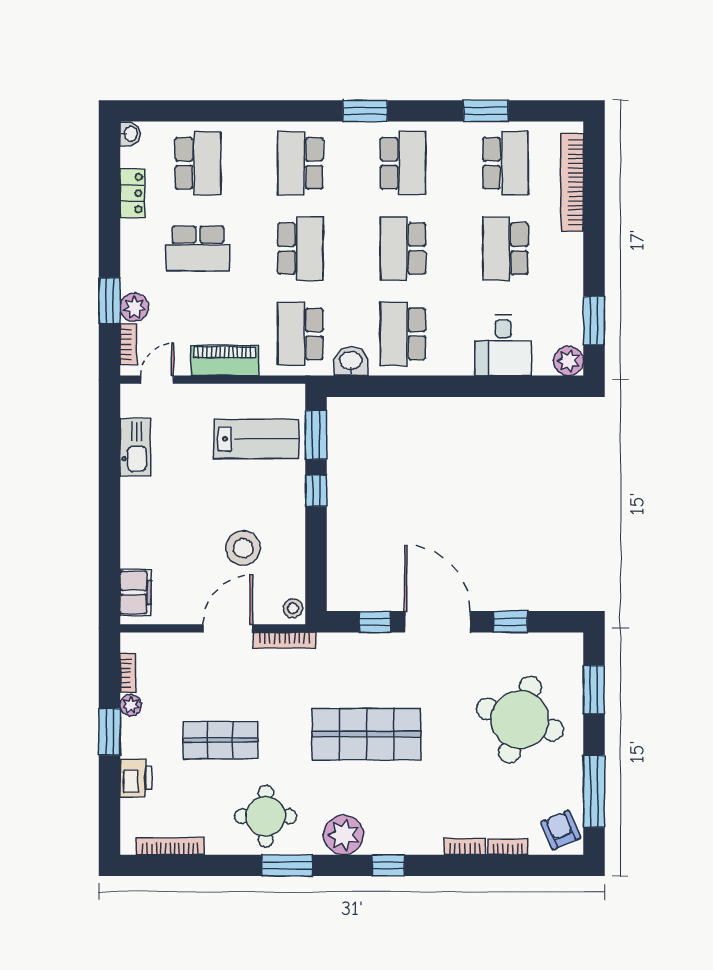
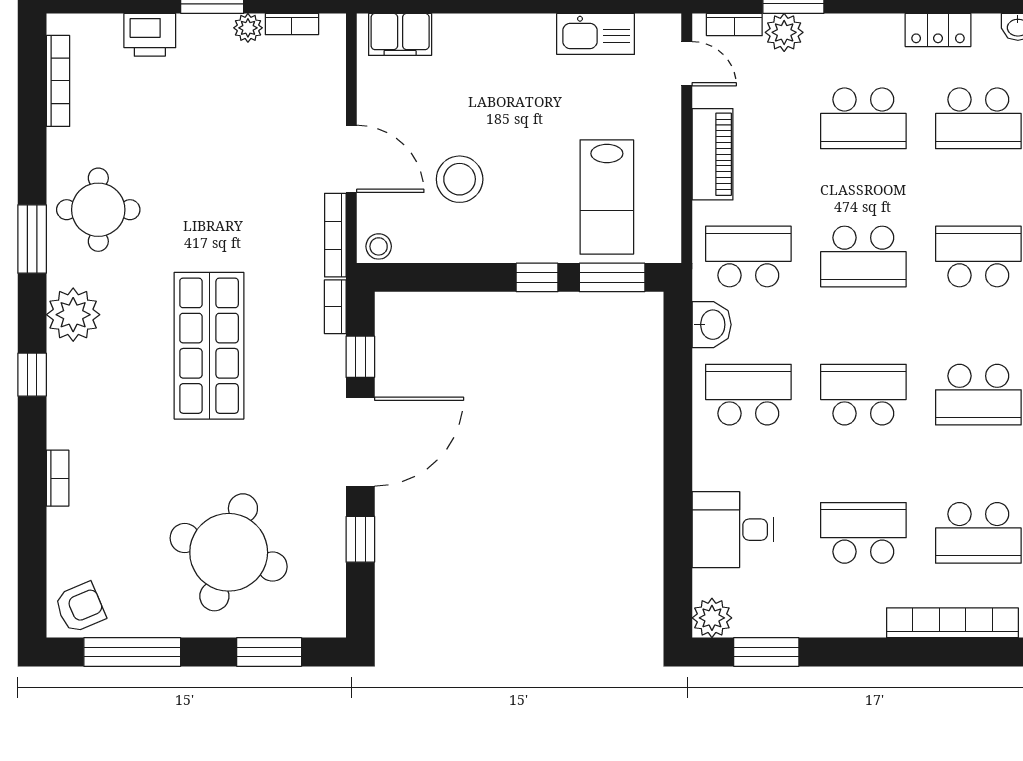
school desk: (198, 249) -> (863, 118), turned -90
shop shelf: (220, 740) -> (201, 149), removed
bookcase: (508, 847) -> (335, 307), moved, turned 180

